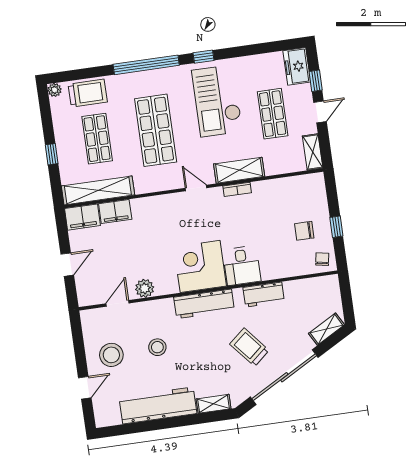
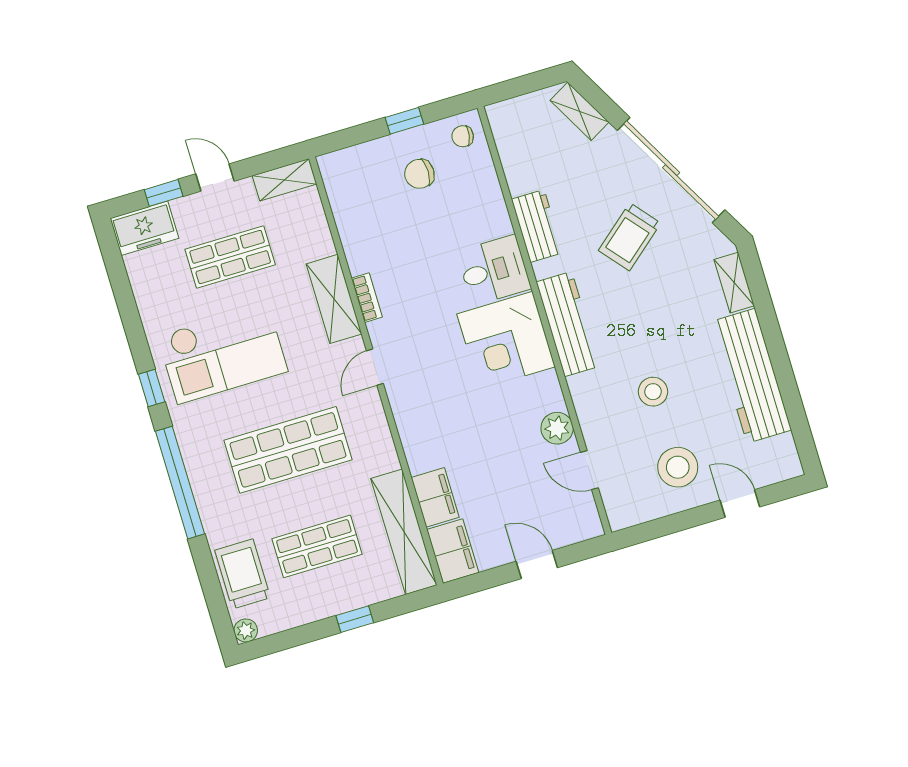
chair: (304, 231) -> (419, 174), turned 90

